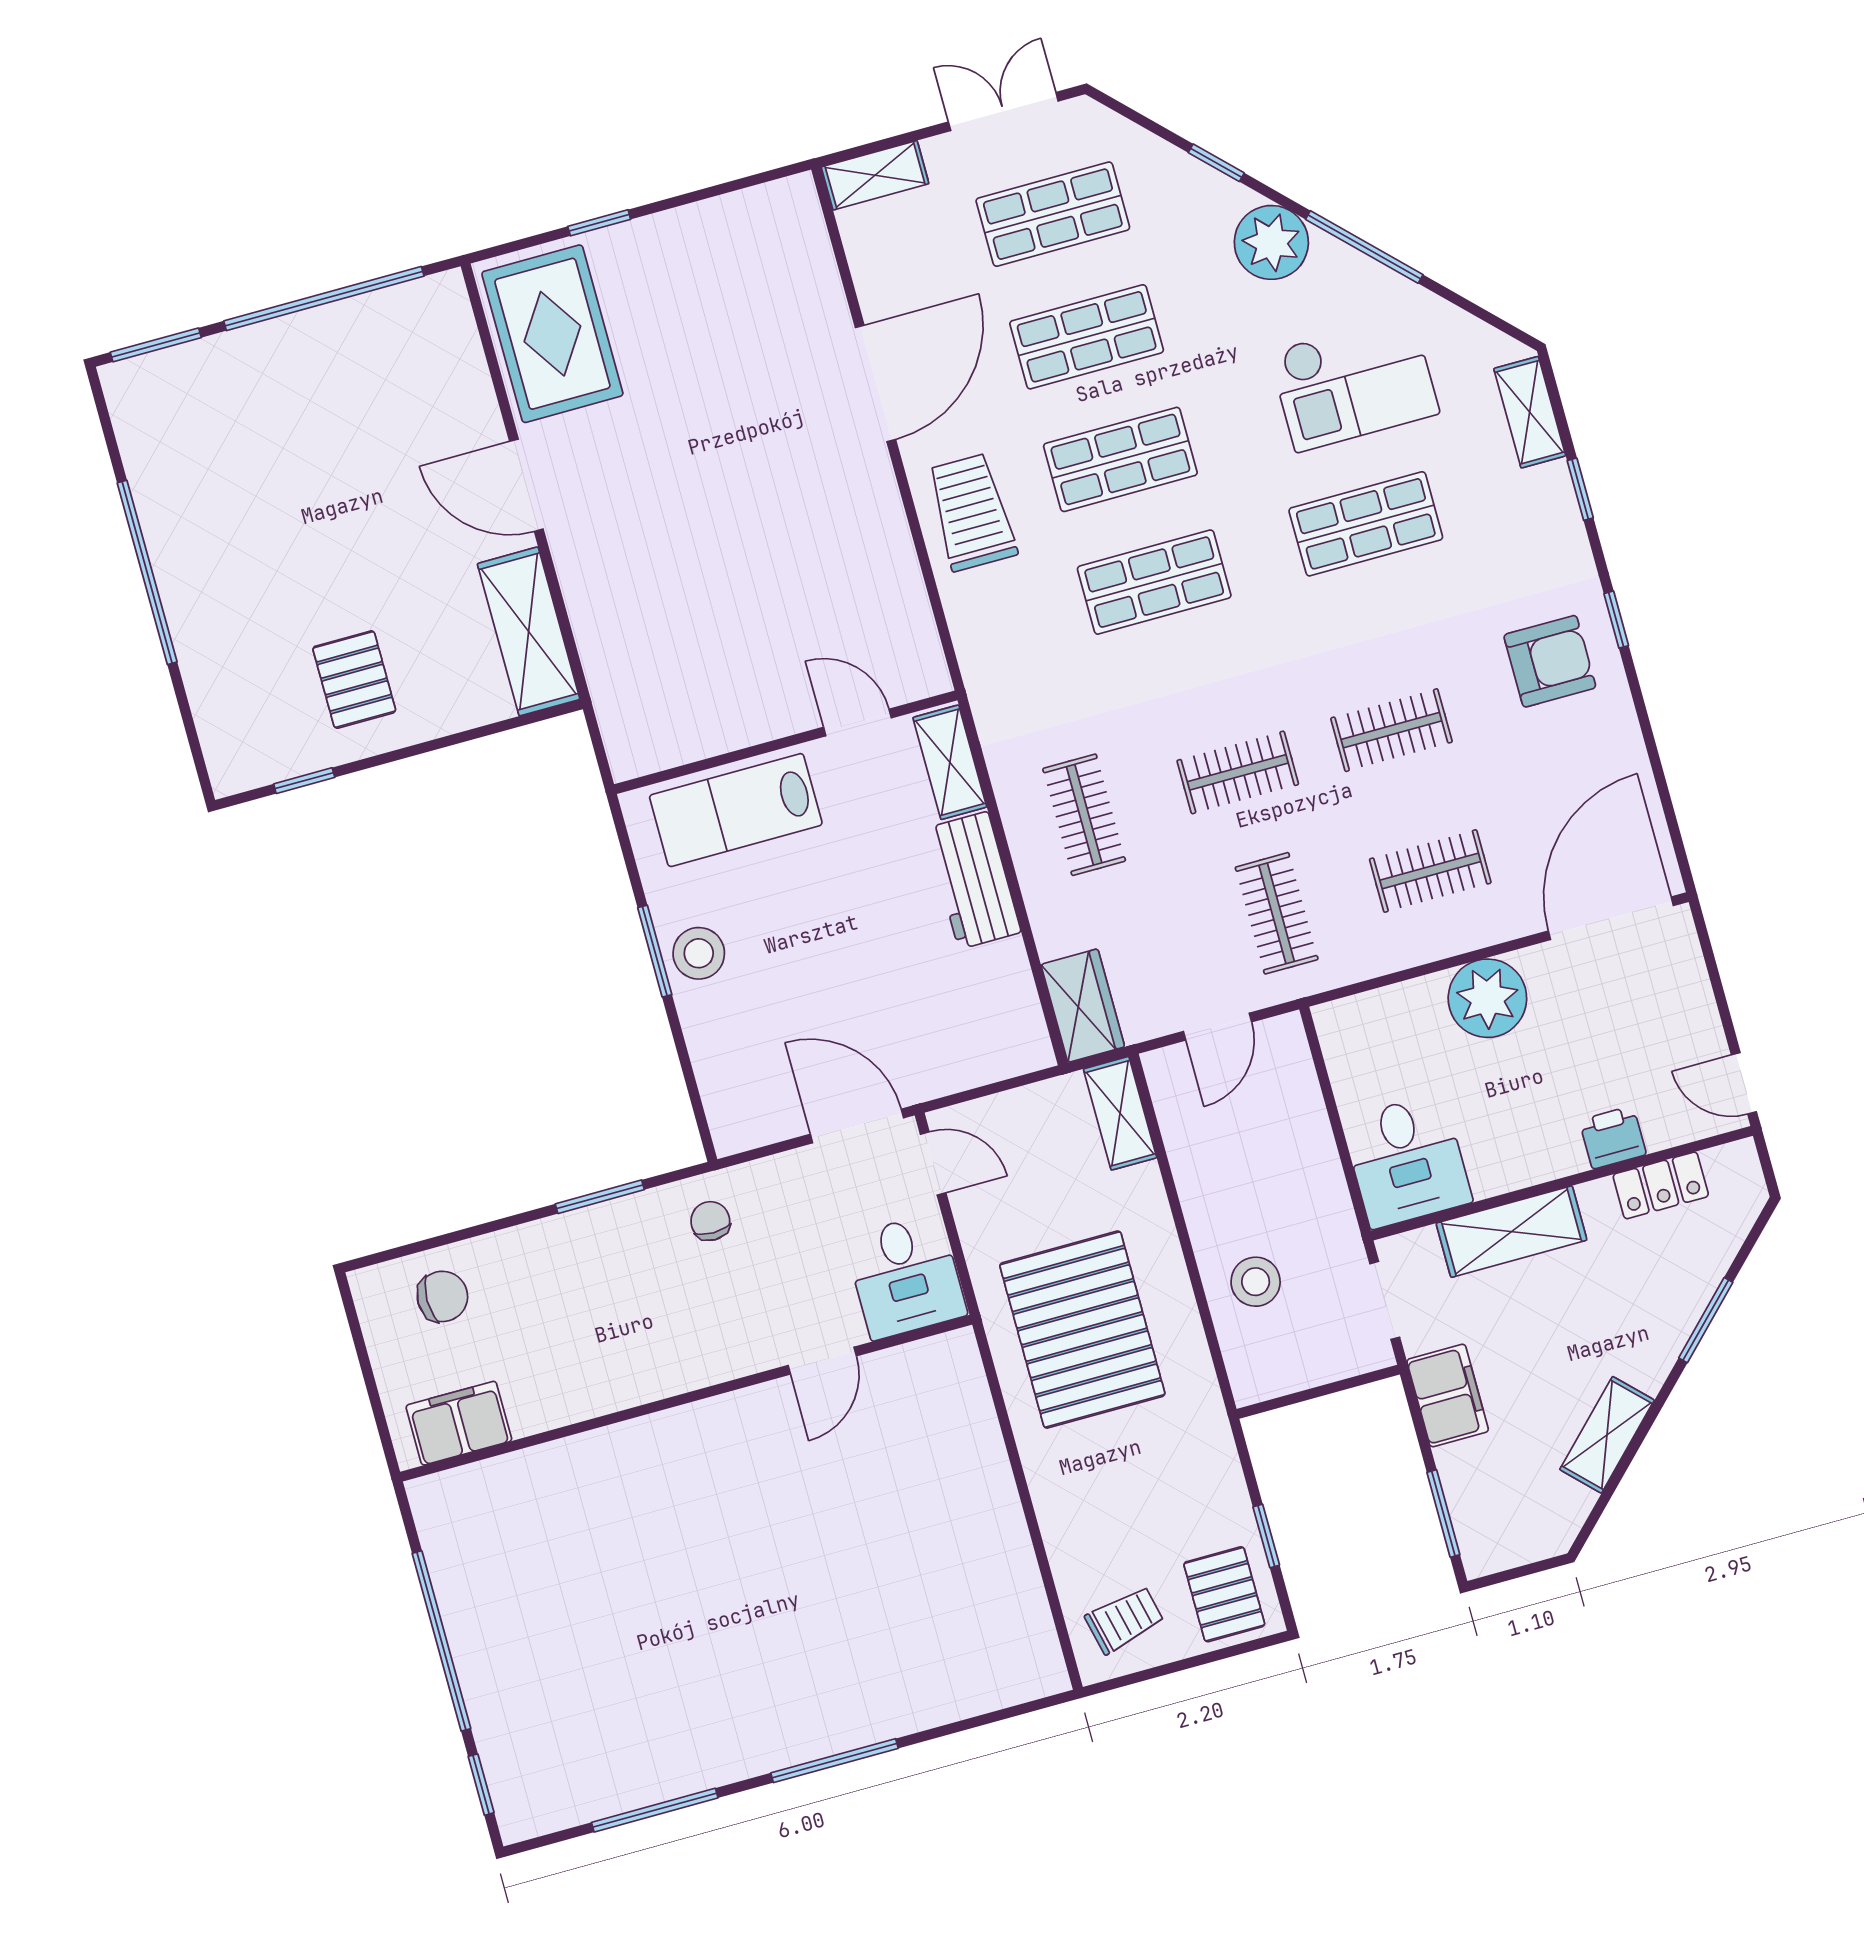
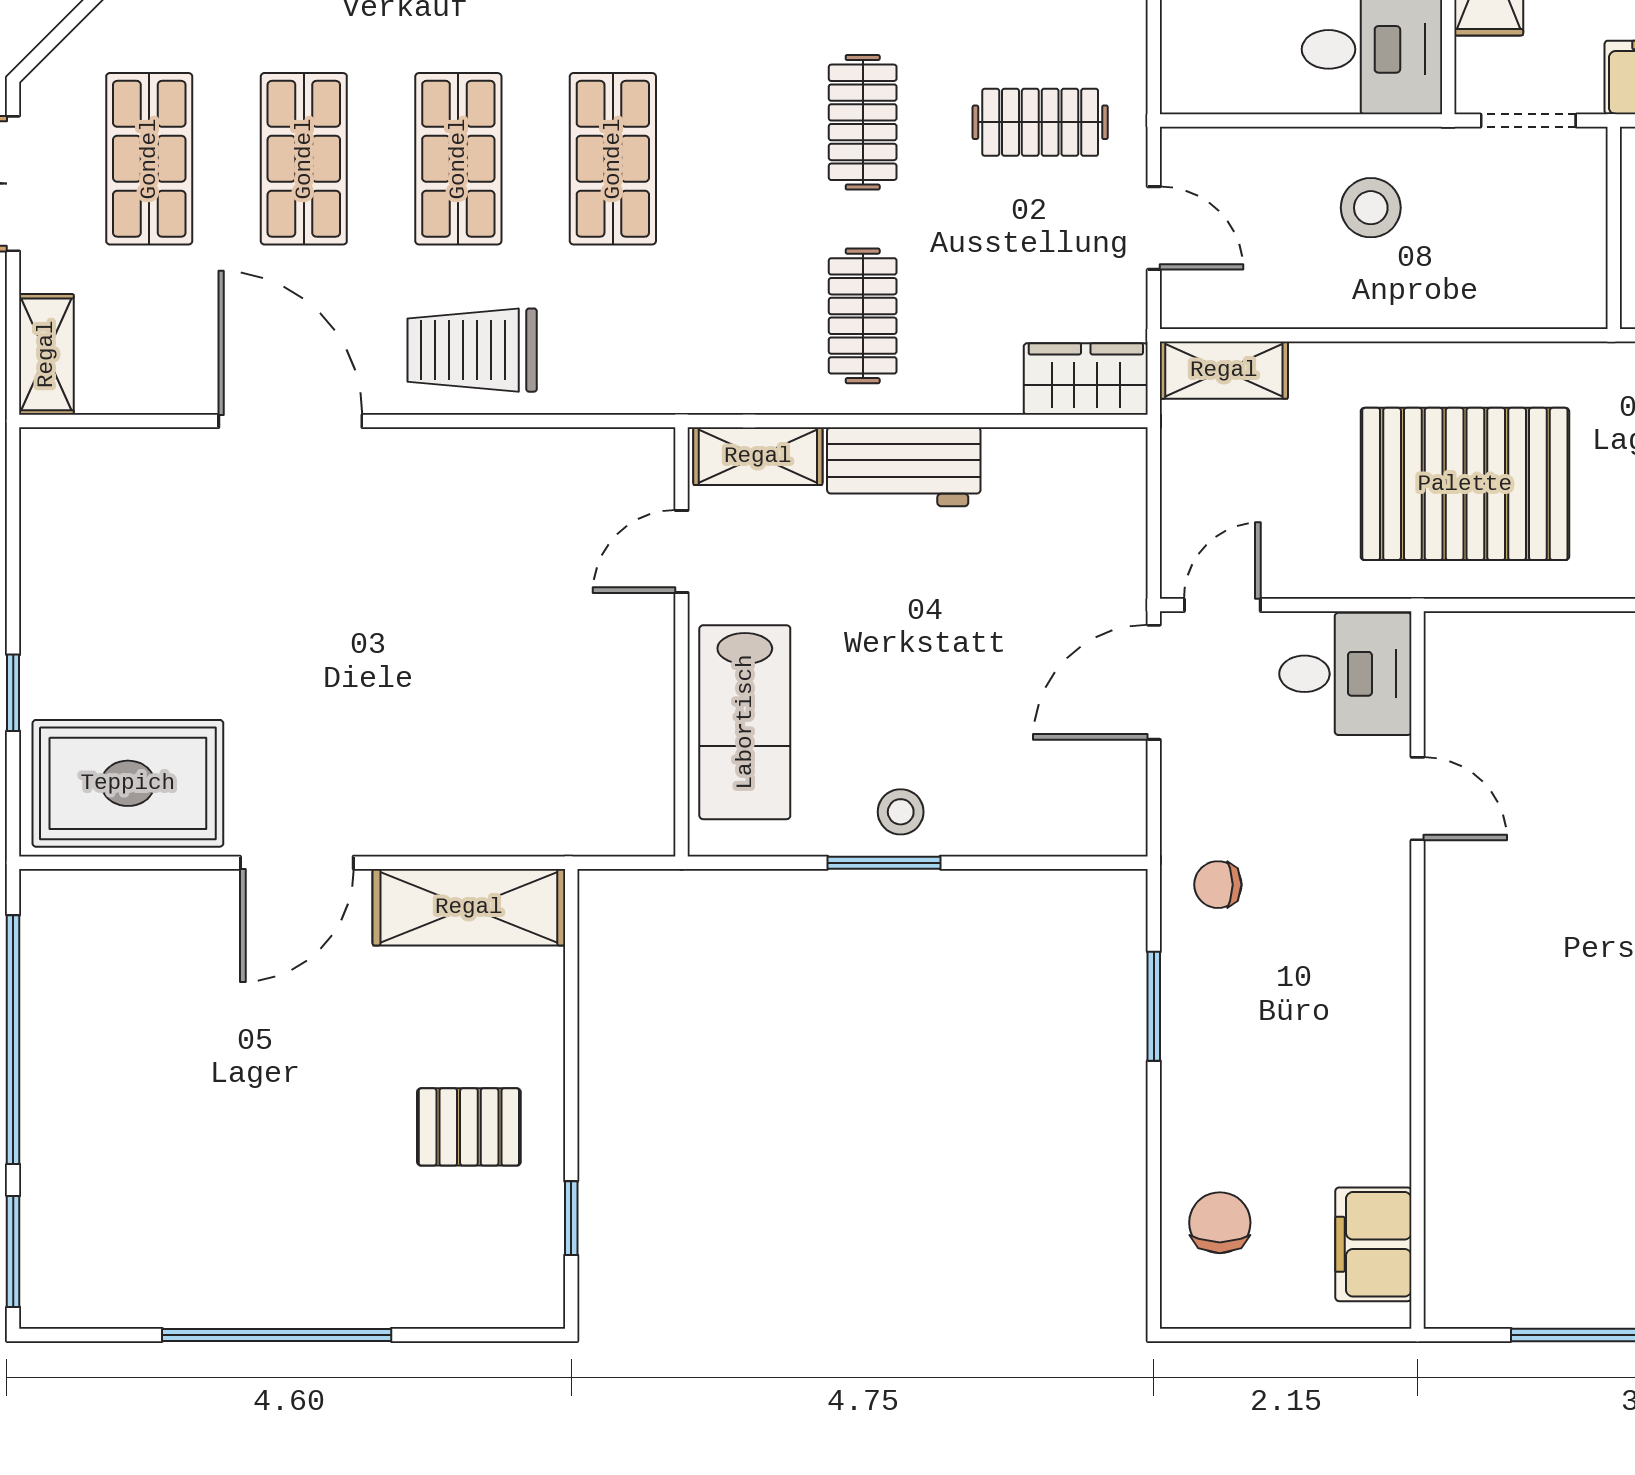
clothes rail: (1084, 815) -> (863, 316), turned 90
stool: (699, 953) -> (901, 812), width x0.73, depth x0.73
stool: (1256, 1282) -> (1371, 208), moved

